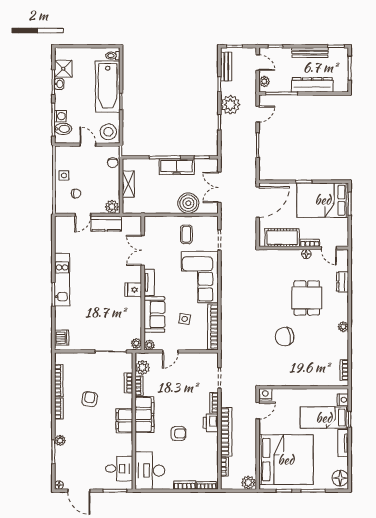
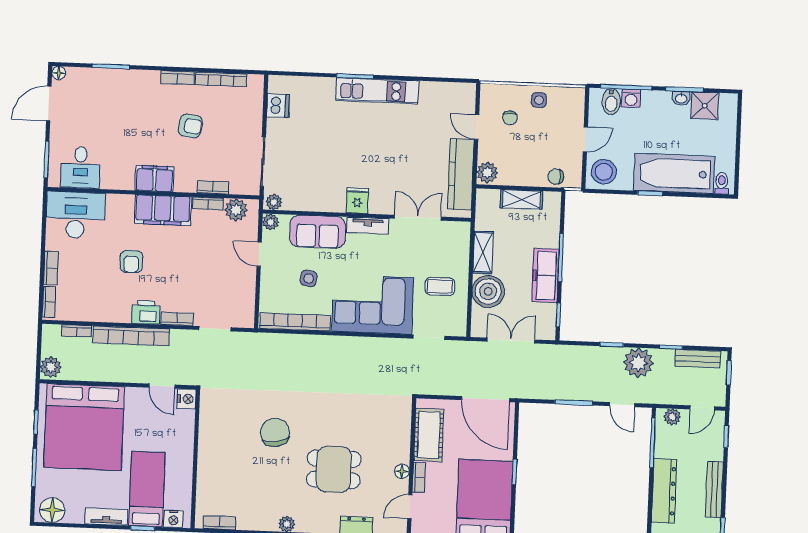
shelving: (163, 207) -> (483, 252), added
kitchen counter: (106, 224) -> (461, 174), width x1.50
dishwasher: (62, 338) -> (278, 106), moved, turned -90
plant: (60, 440) -> (128, 78), removed

